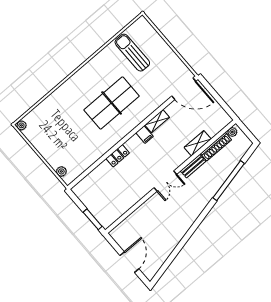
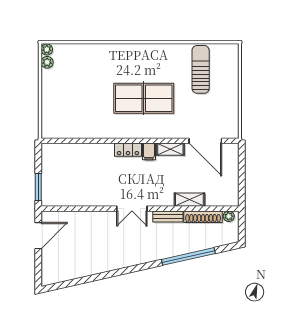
door: (184, 89) -> (205, 141), moved
locker: (118, 156) -> (128, 150), moved
plant: (61, 171) -> (47, 62), moved
door: (129, 262) -> (38, 236), moved

